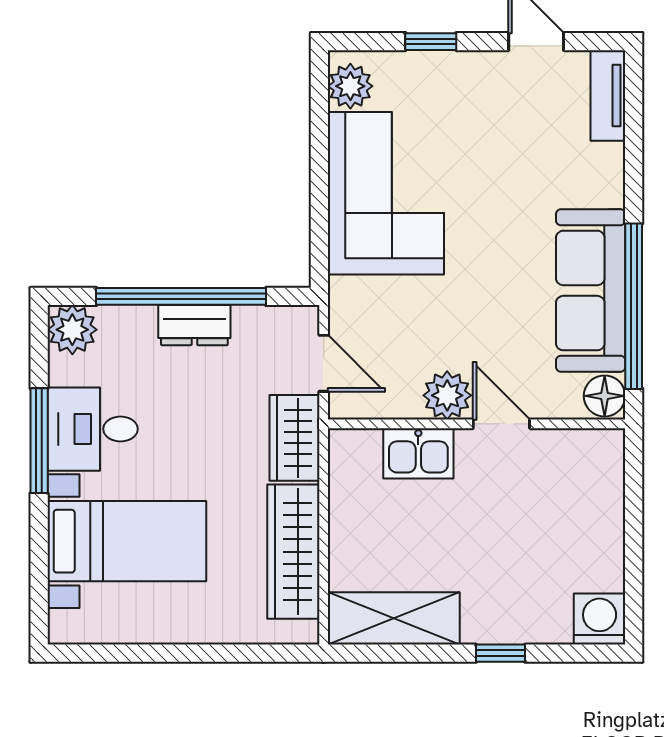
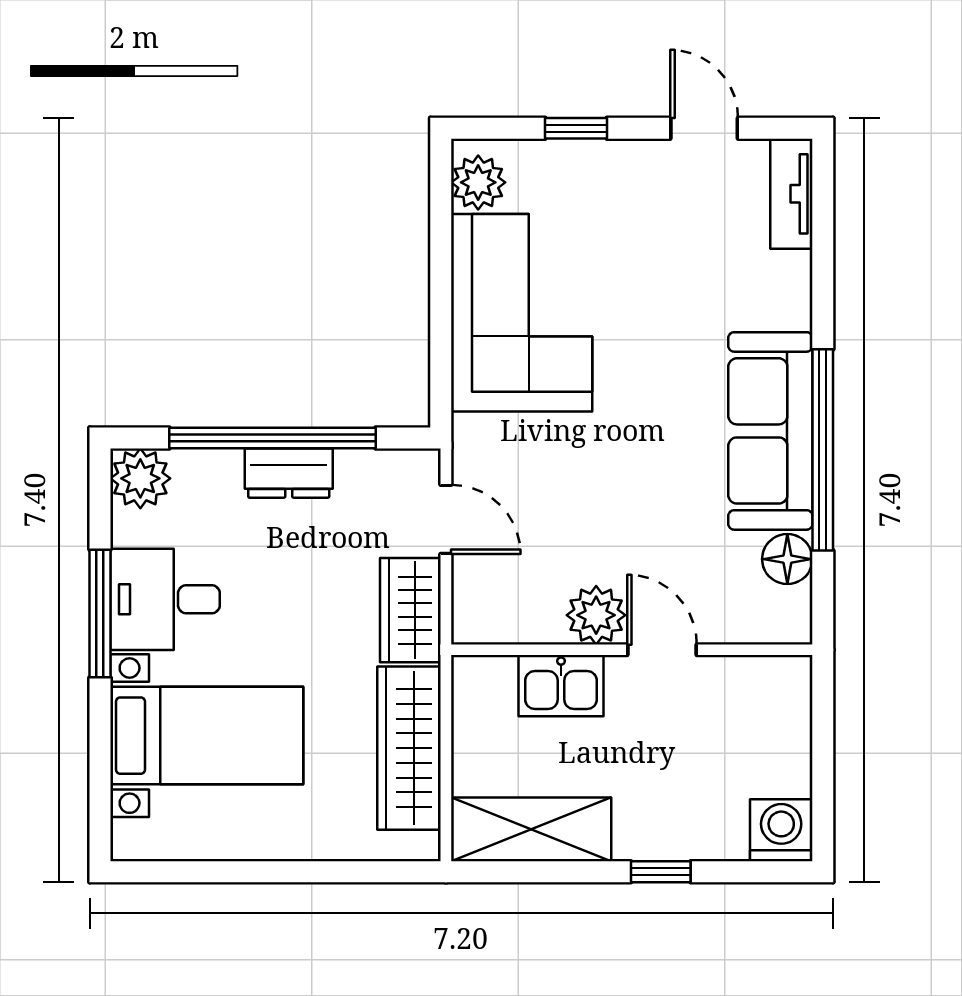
plant: (447, 395) -> (596, 615), moved
wall: (477, 424) -> (632, 650), moved
door: (501, 424) -> (662, 650), moved
kitchen sink: (418, 453) -> (561, 686), moved

